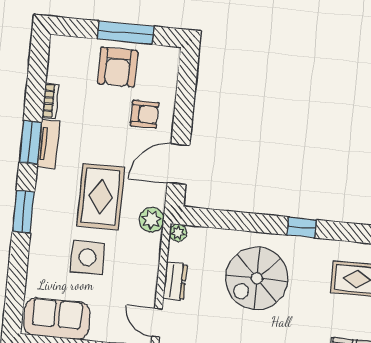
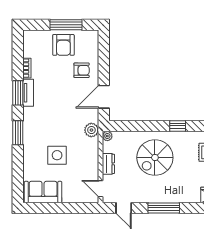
rug: (101, 197) -> (61, 120), removed

